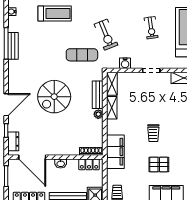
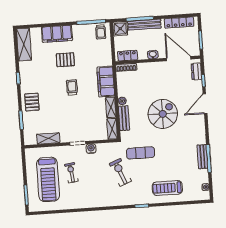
exercise bike: (151, 28) -> (71, 173), moved
water cooler: (125, 63) -> (91, 149), moved
filing cabinet: (115, 152) -> (106, 82), moved

